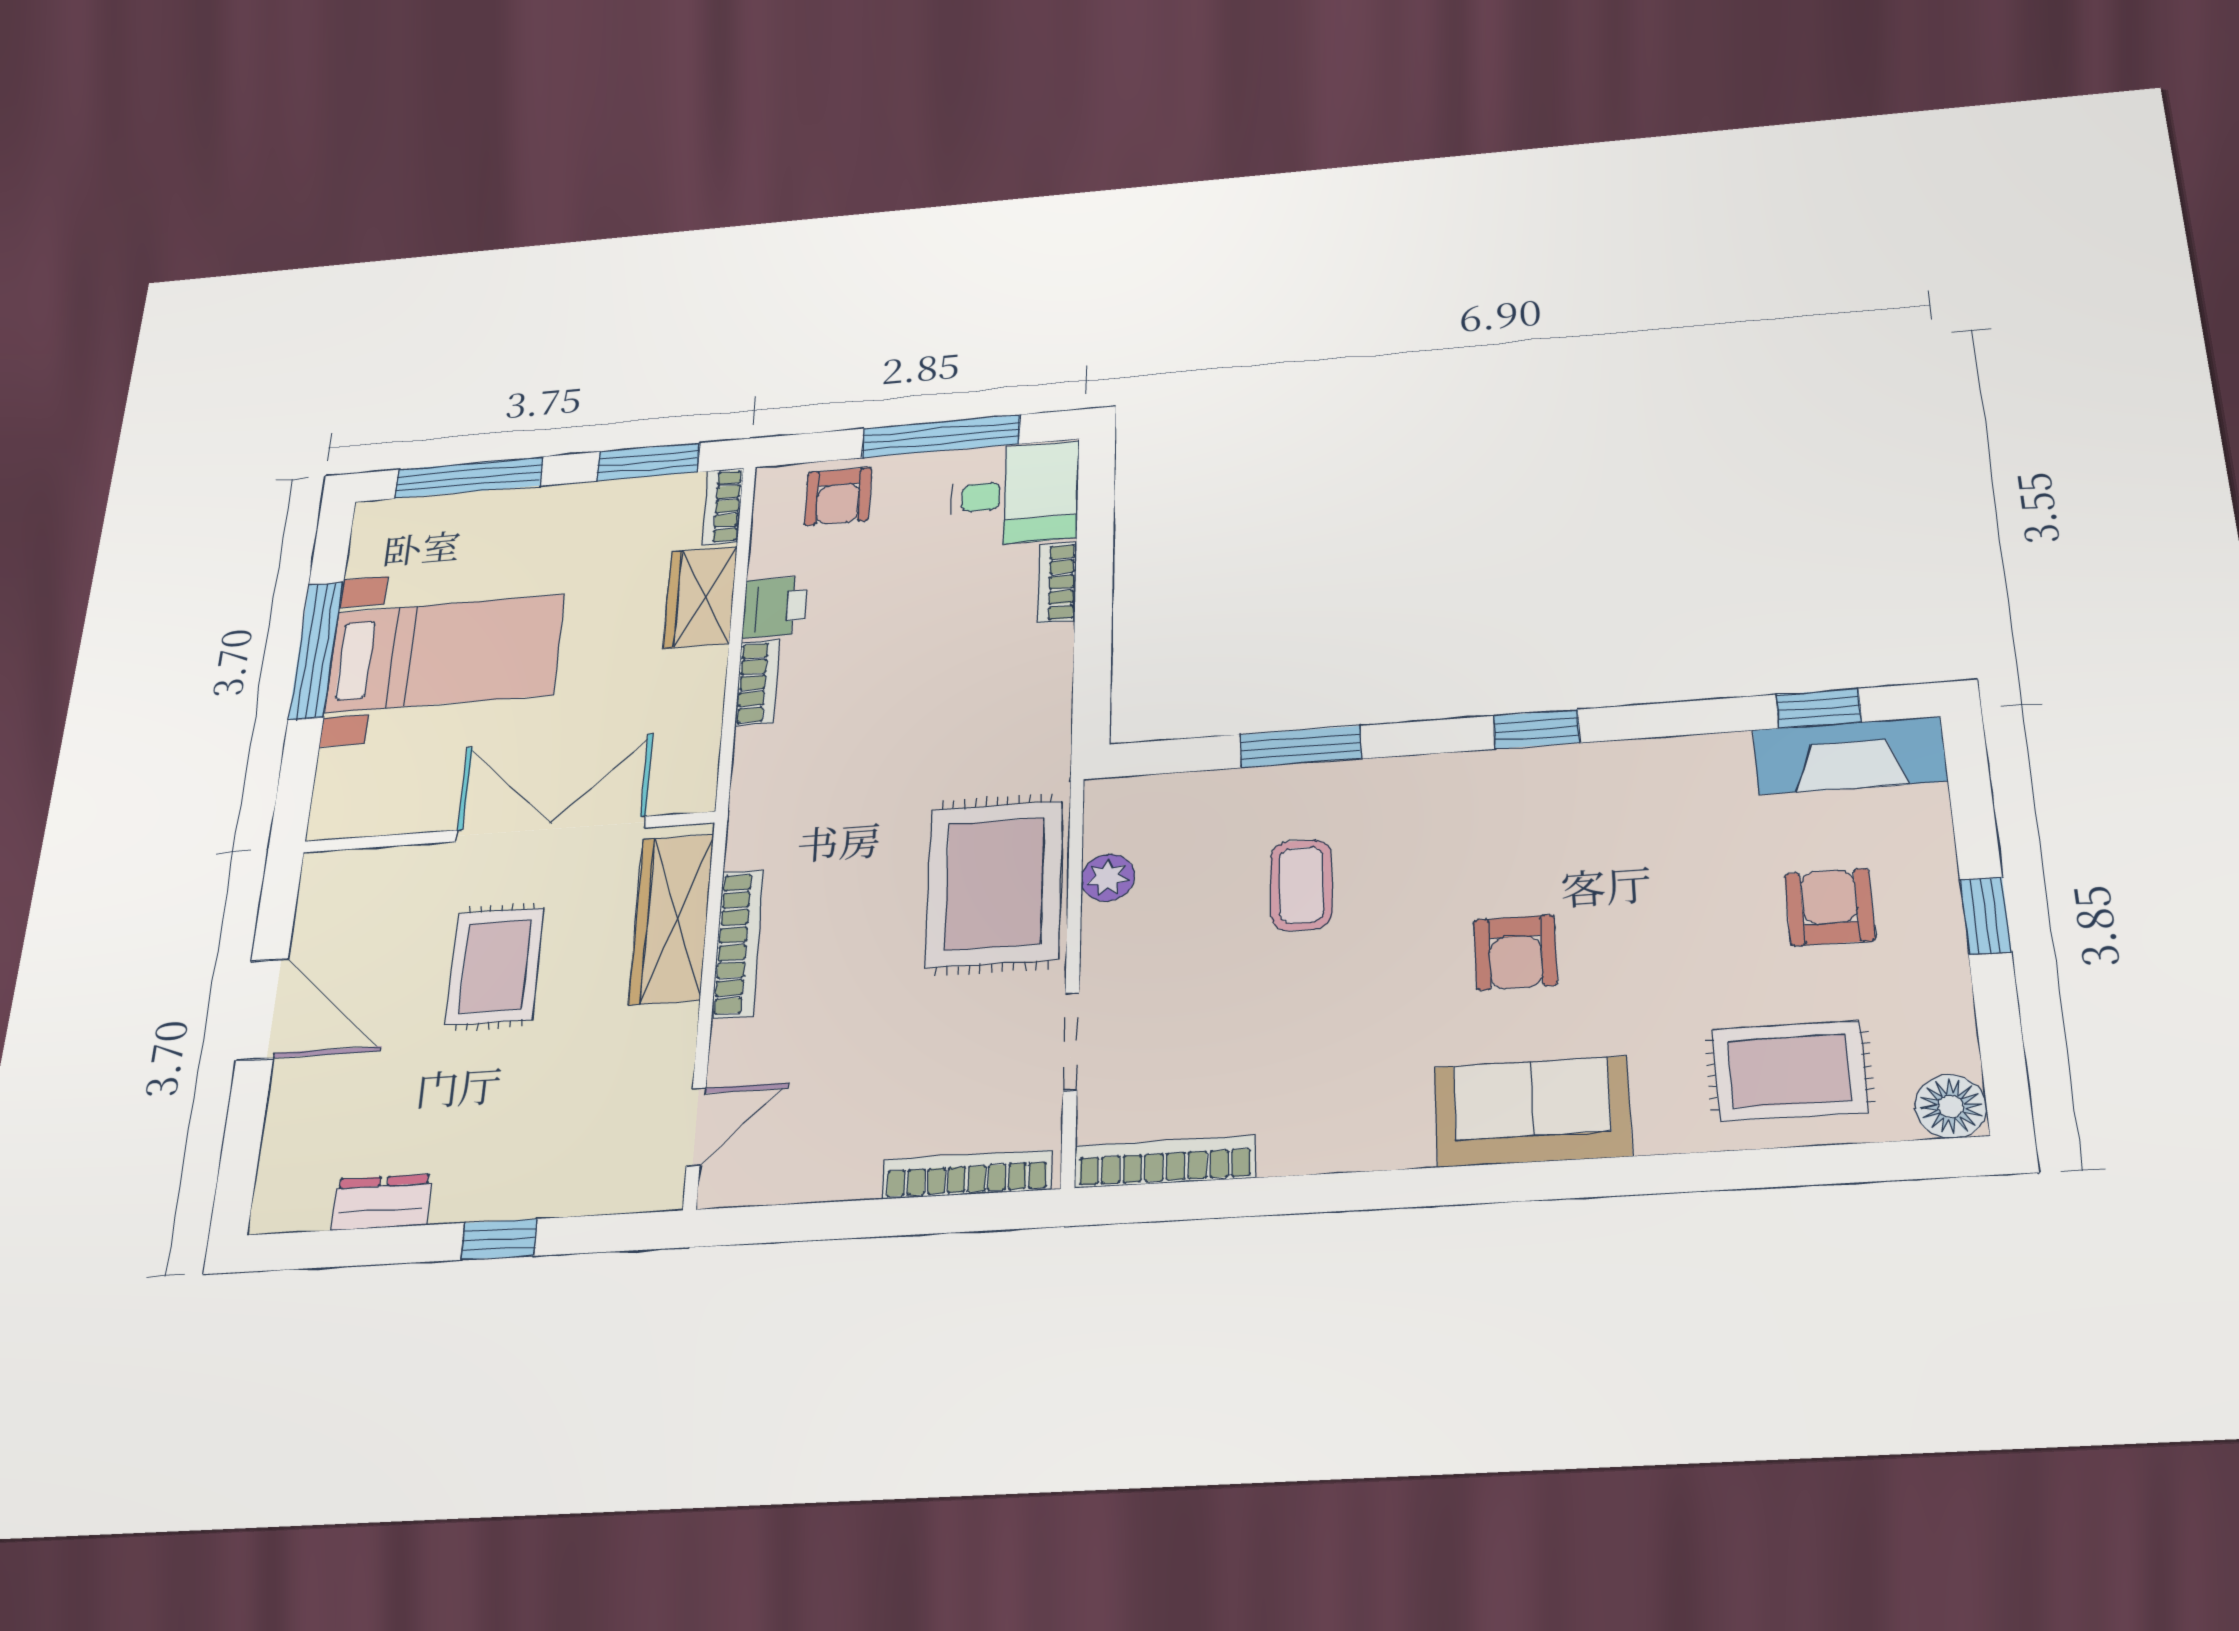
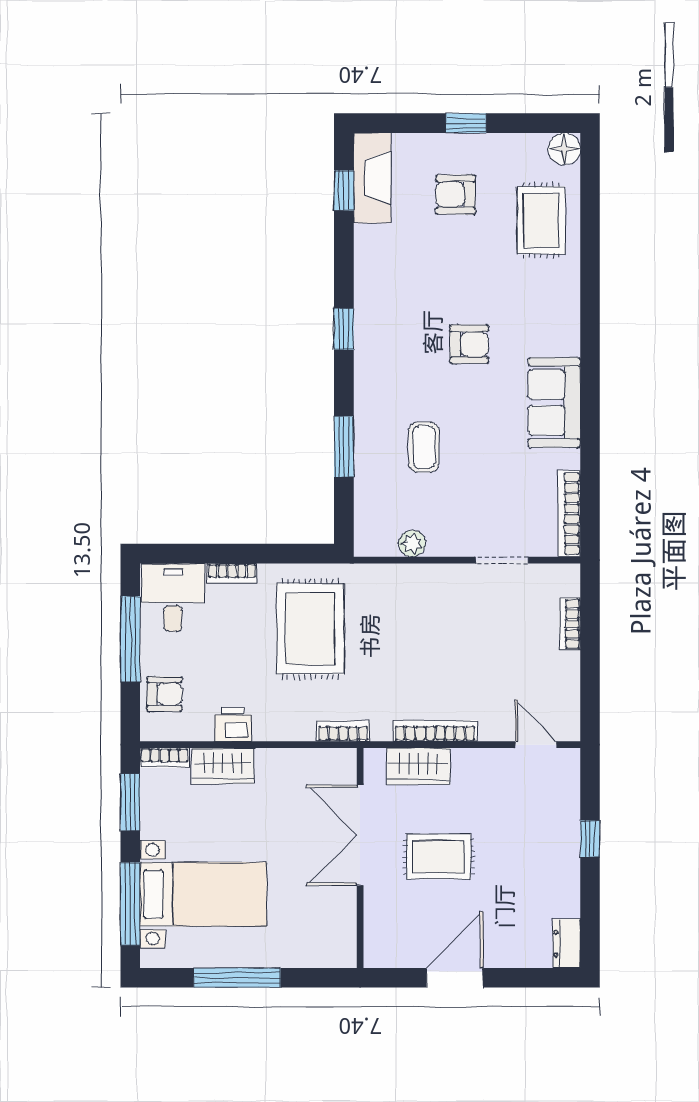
bed with nightstands: (445, 653) -> (203, 894), moved, turned 90
bookcase: (757, 683) -> (343, 731), moved
rug: (994, 884) -> (310, 629), moved, turned 90
coffee table: (1301, 885) -> (424, 447), turned 90
wardrobe: (671, 919) -> (418, 766), width x0.67
sofa: (1532, 1112) -> (554, 402), moved
bookcase: (967, 1174) -> (570, 624), width x0.64
dresser: (381, 1202) -> (567, 944), moved

